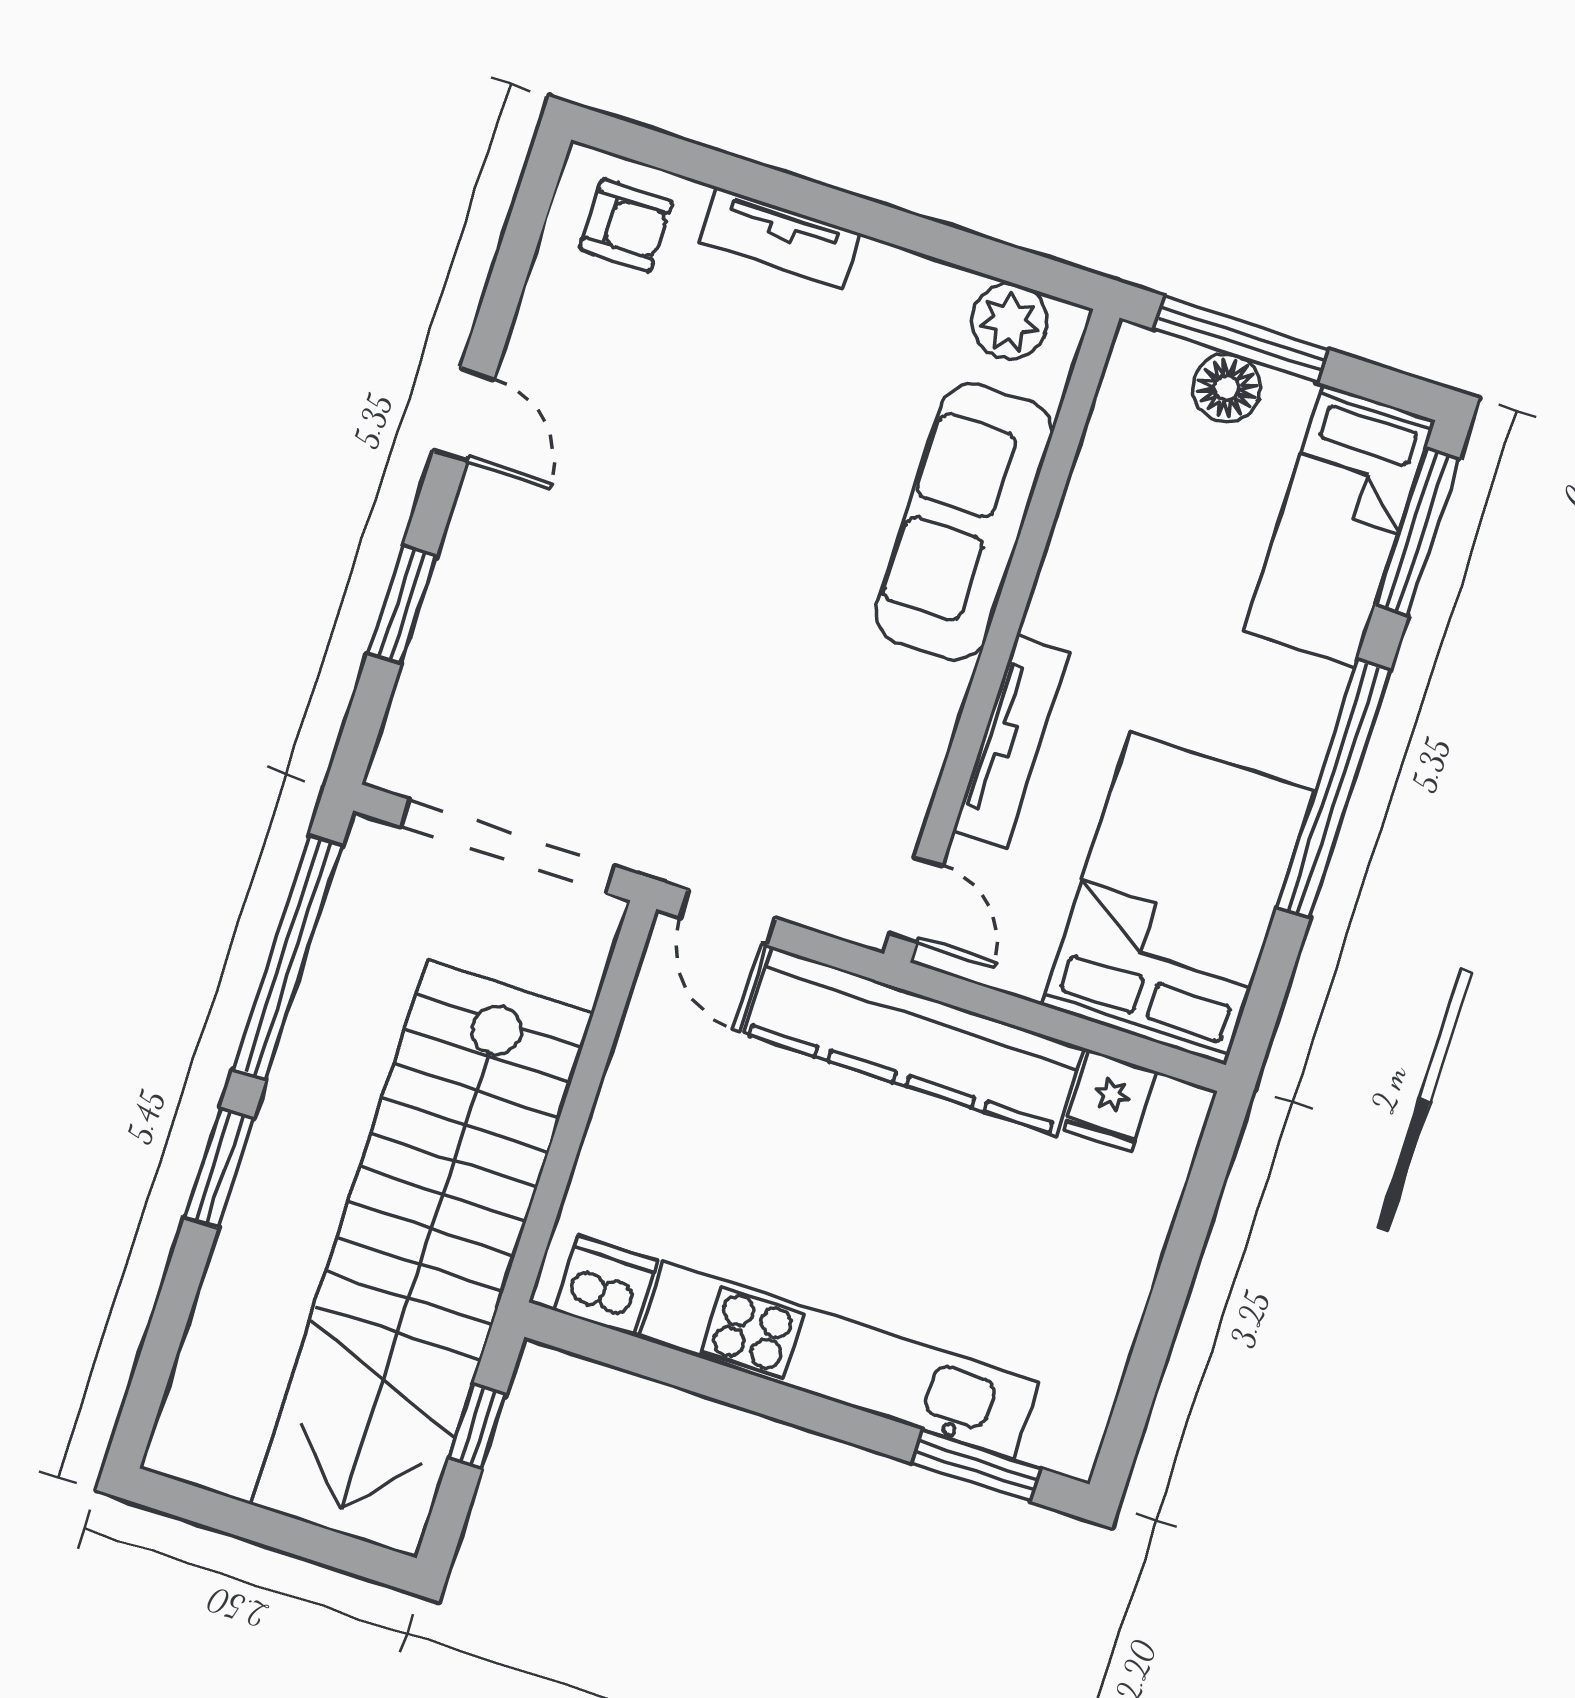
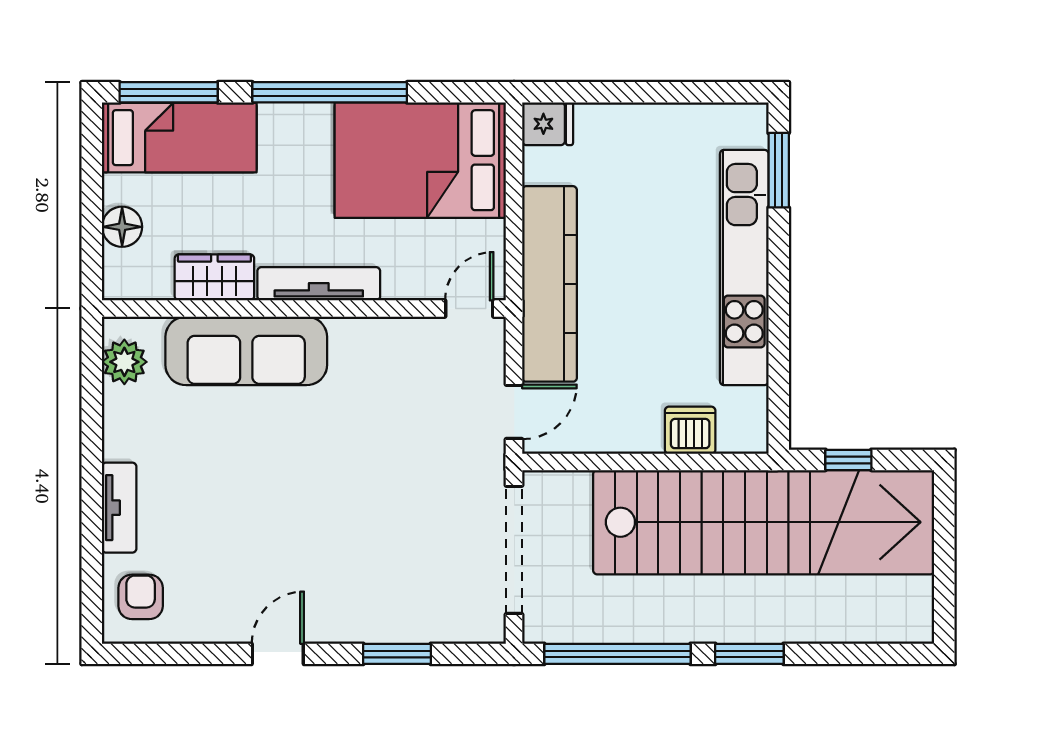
window: (1241, 339) -> (92, 227), removed
wardrobe: (1098, 509) -> (214, 277), added
tv unit: (1011, 741) -> (319, 284), moved
fridge: (1110, 1101) -> (548, 124), moved
dishwasher: (605, 1285) -> (690, 430), moved, turned 90

